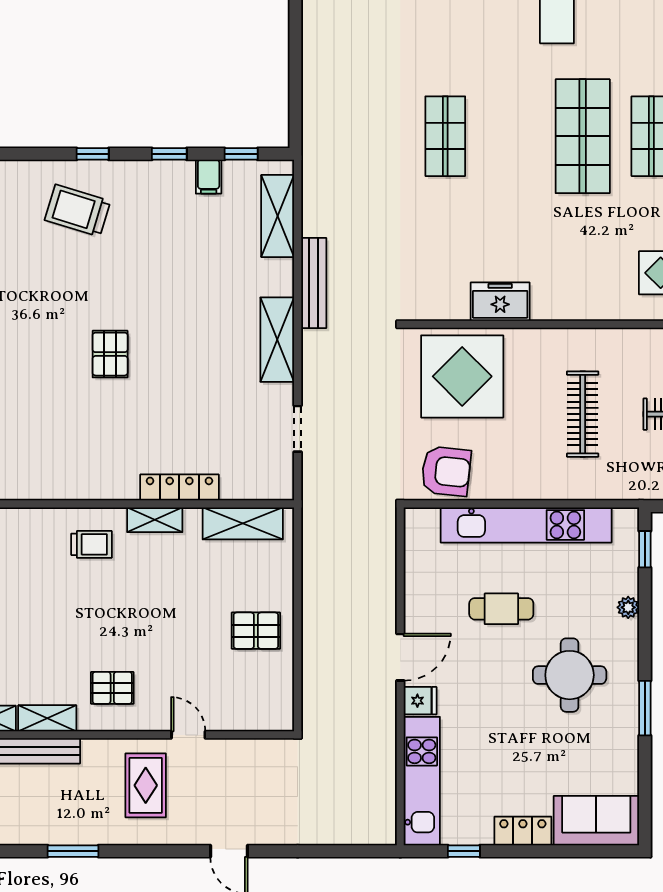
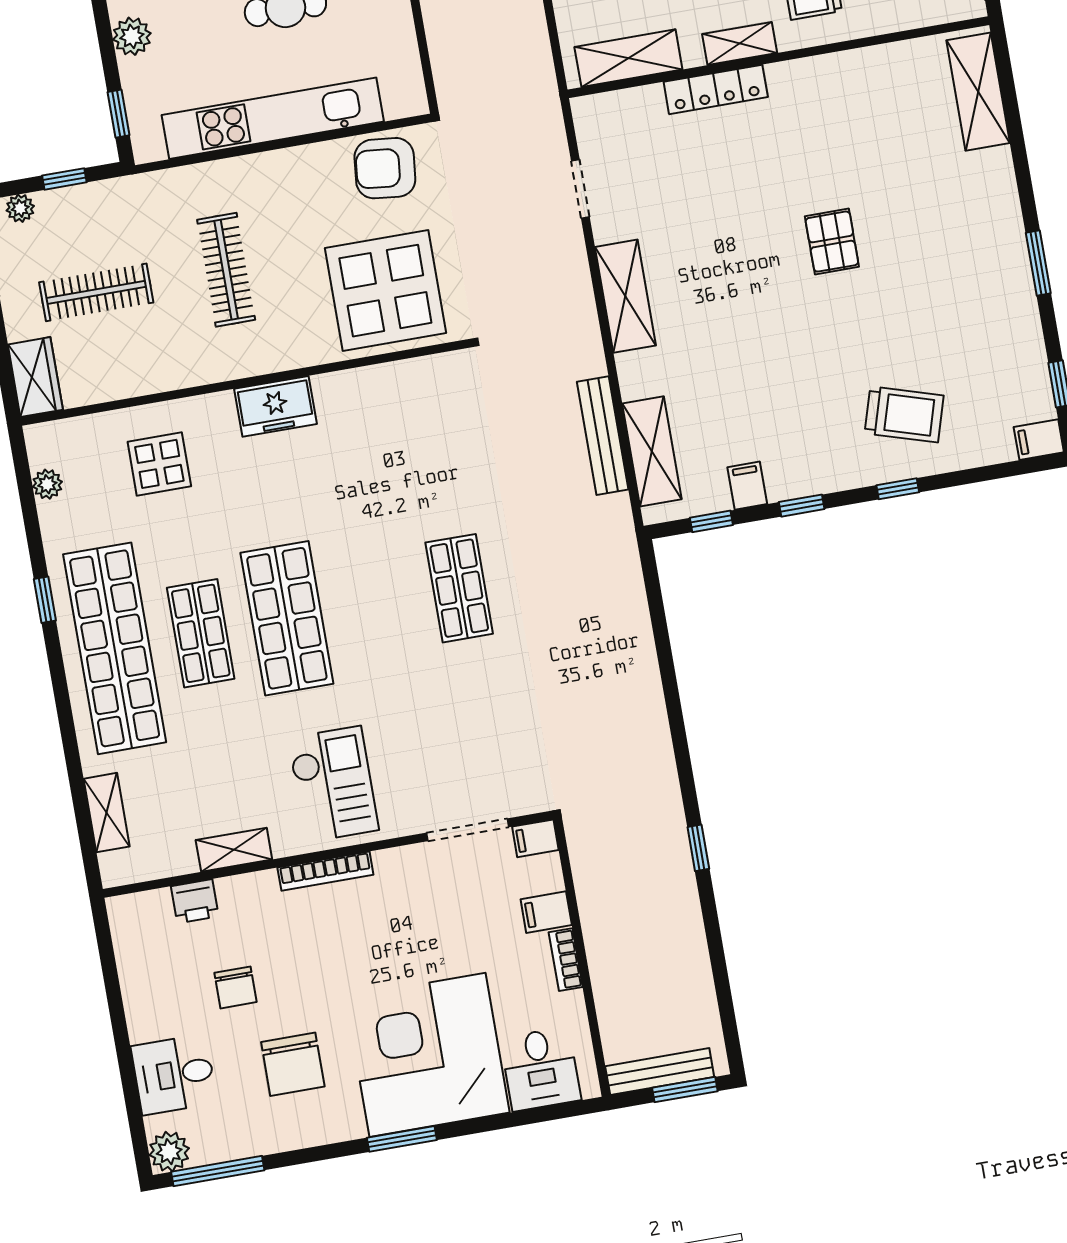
bench: (314, 283) -> (603, 436), moved
freezer: (500, 302) -> (276, 406), moved
plant: (628, 607) -> (132, 36), width x1.38, depth x1.38

